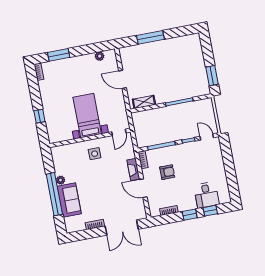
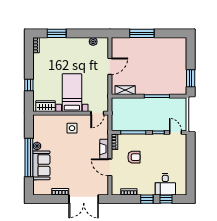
door: (123, 79) -> (110, 66), swing flipped
wardrobe: (62, 135) -> (46, 106), added

